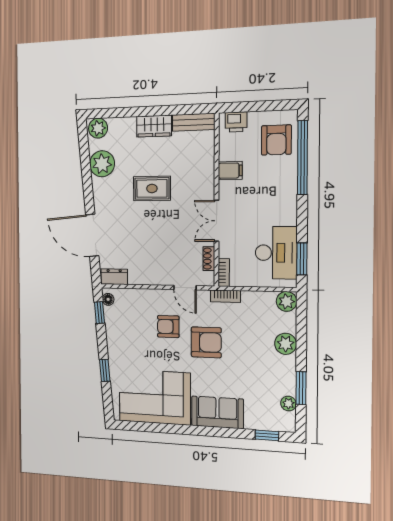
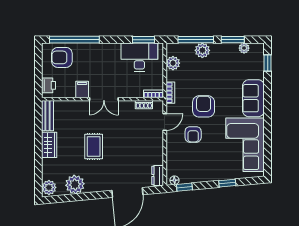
armchair: (276, 140) -> (62, 57), turned 180
double door: (216, 221) -> (104, 99), moved
plant: (287, 301) -> (173, 63), moved
window: (301, 335) -> (196, 40), added

